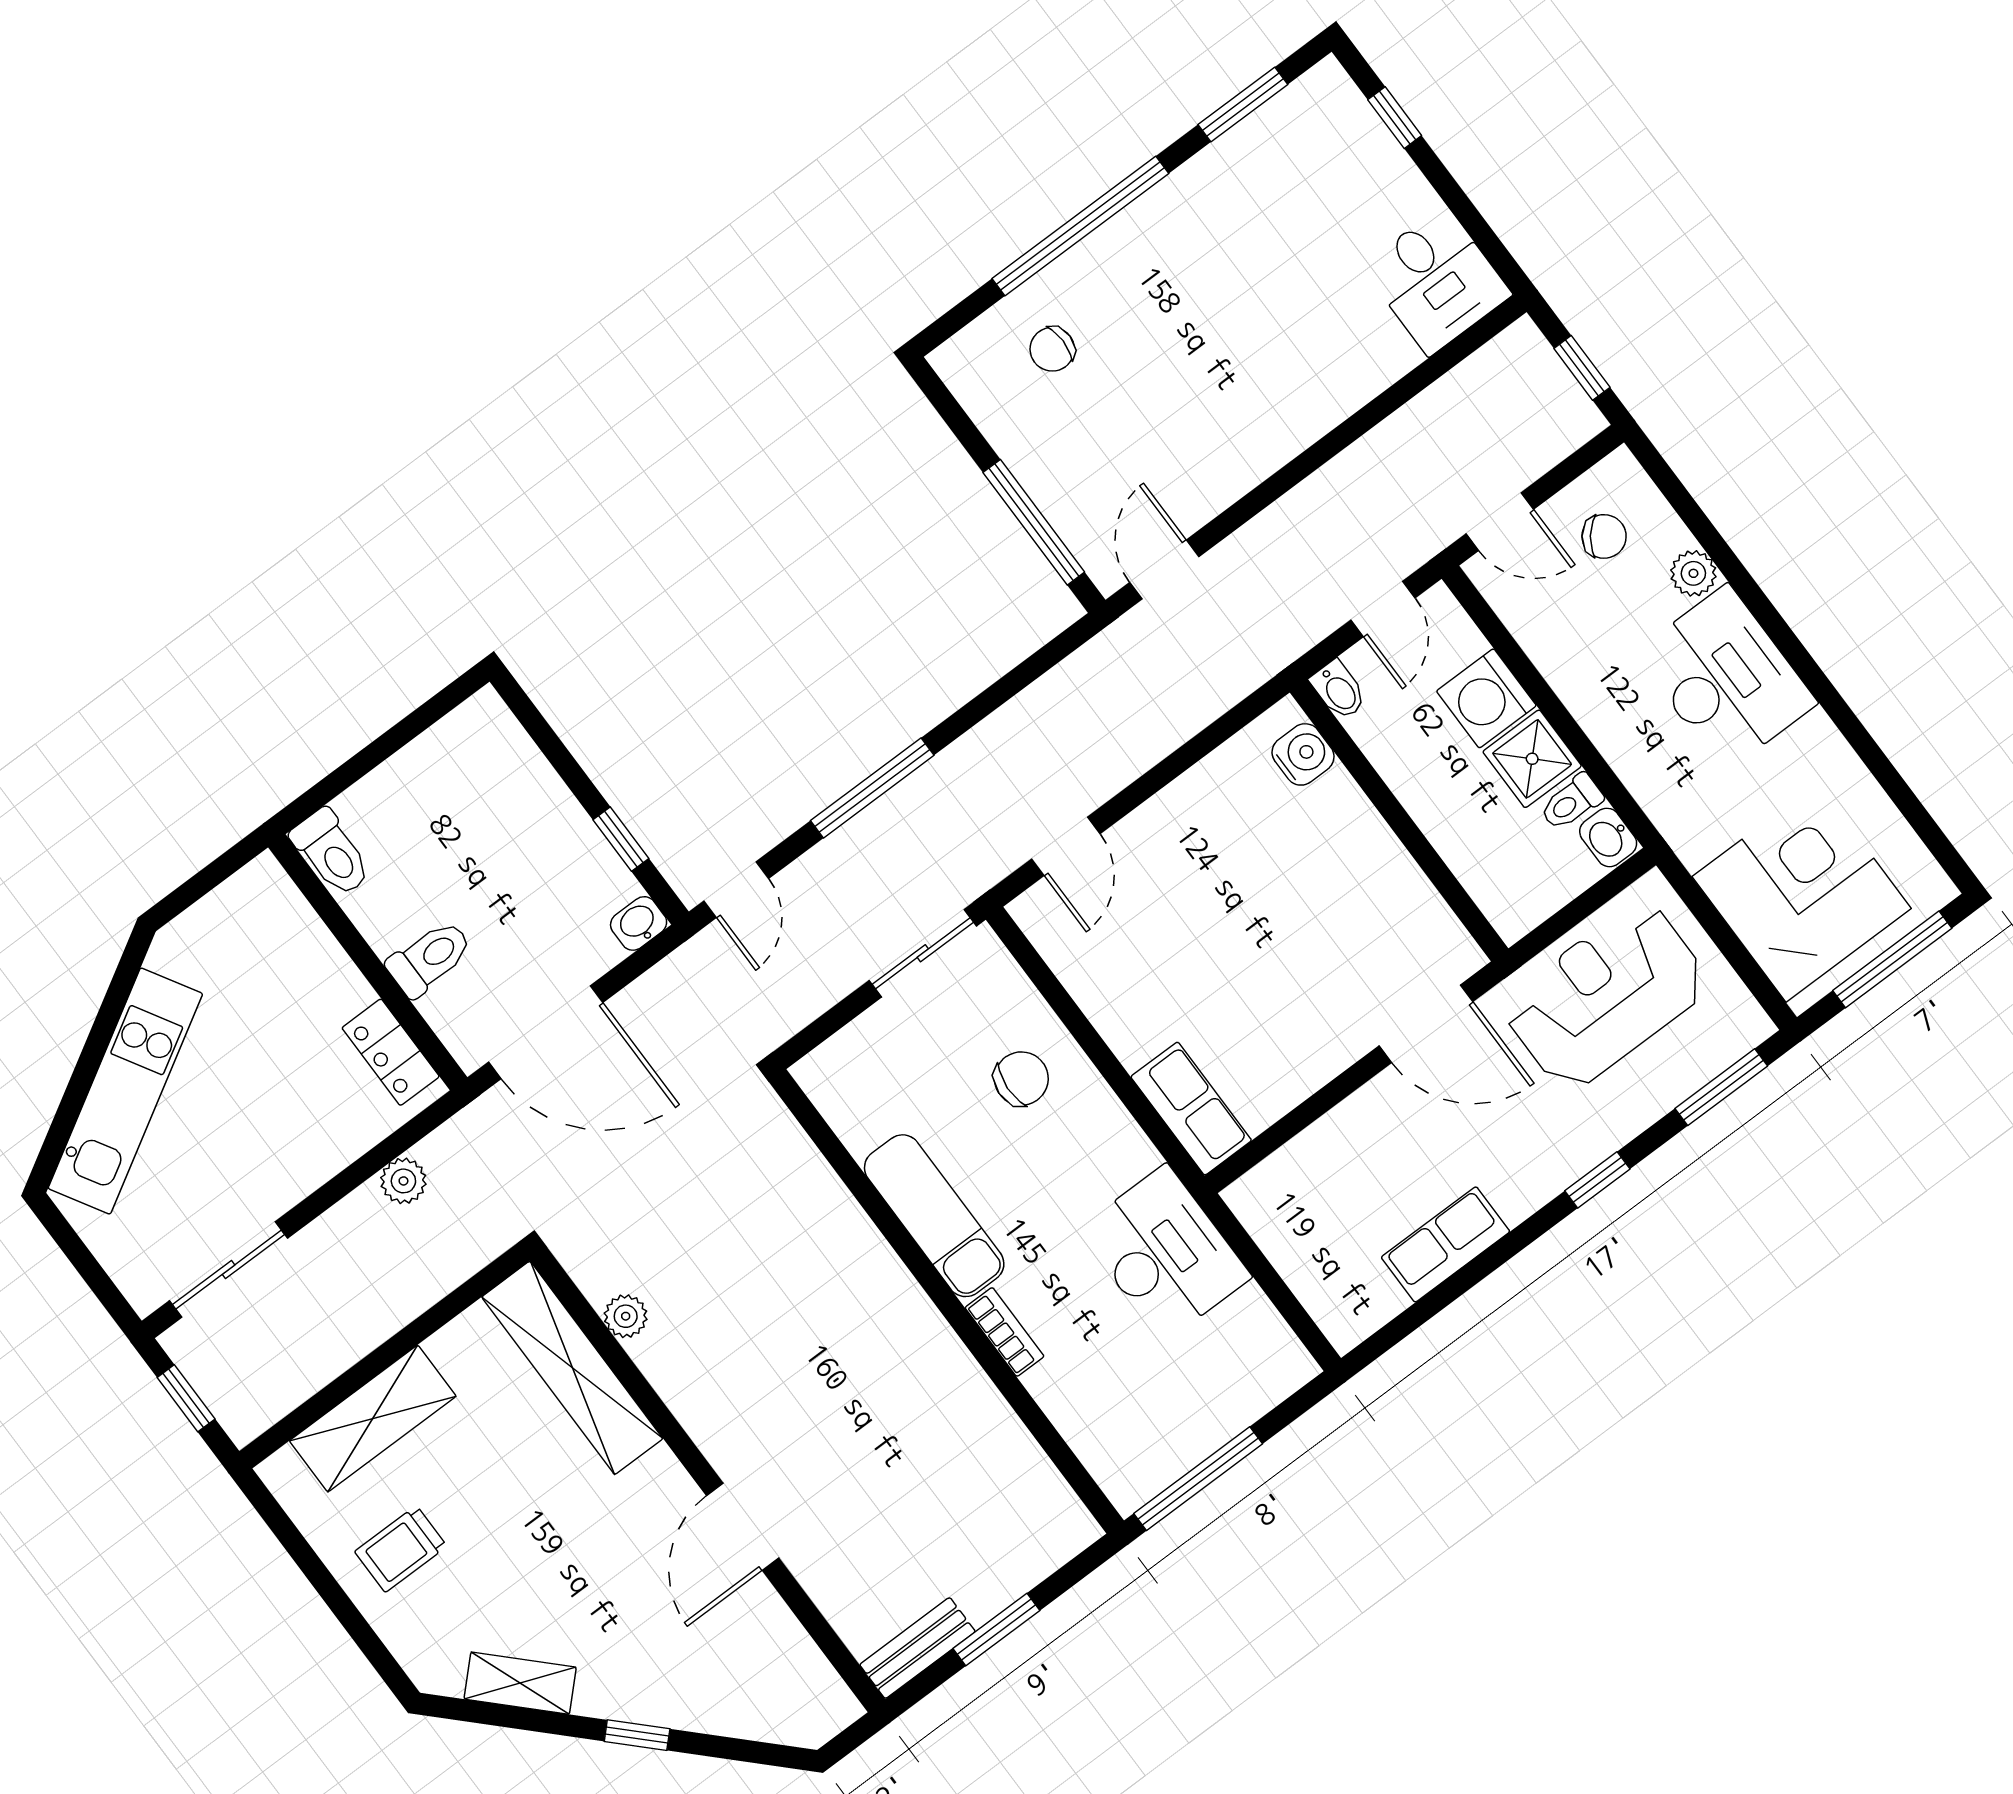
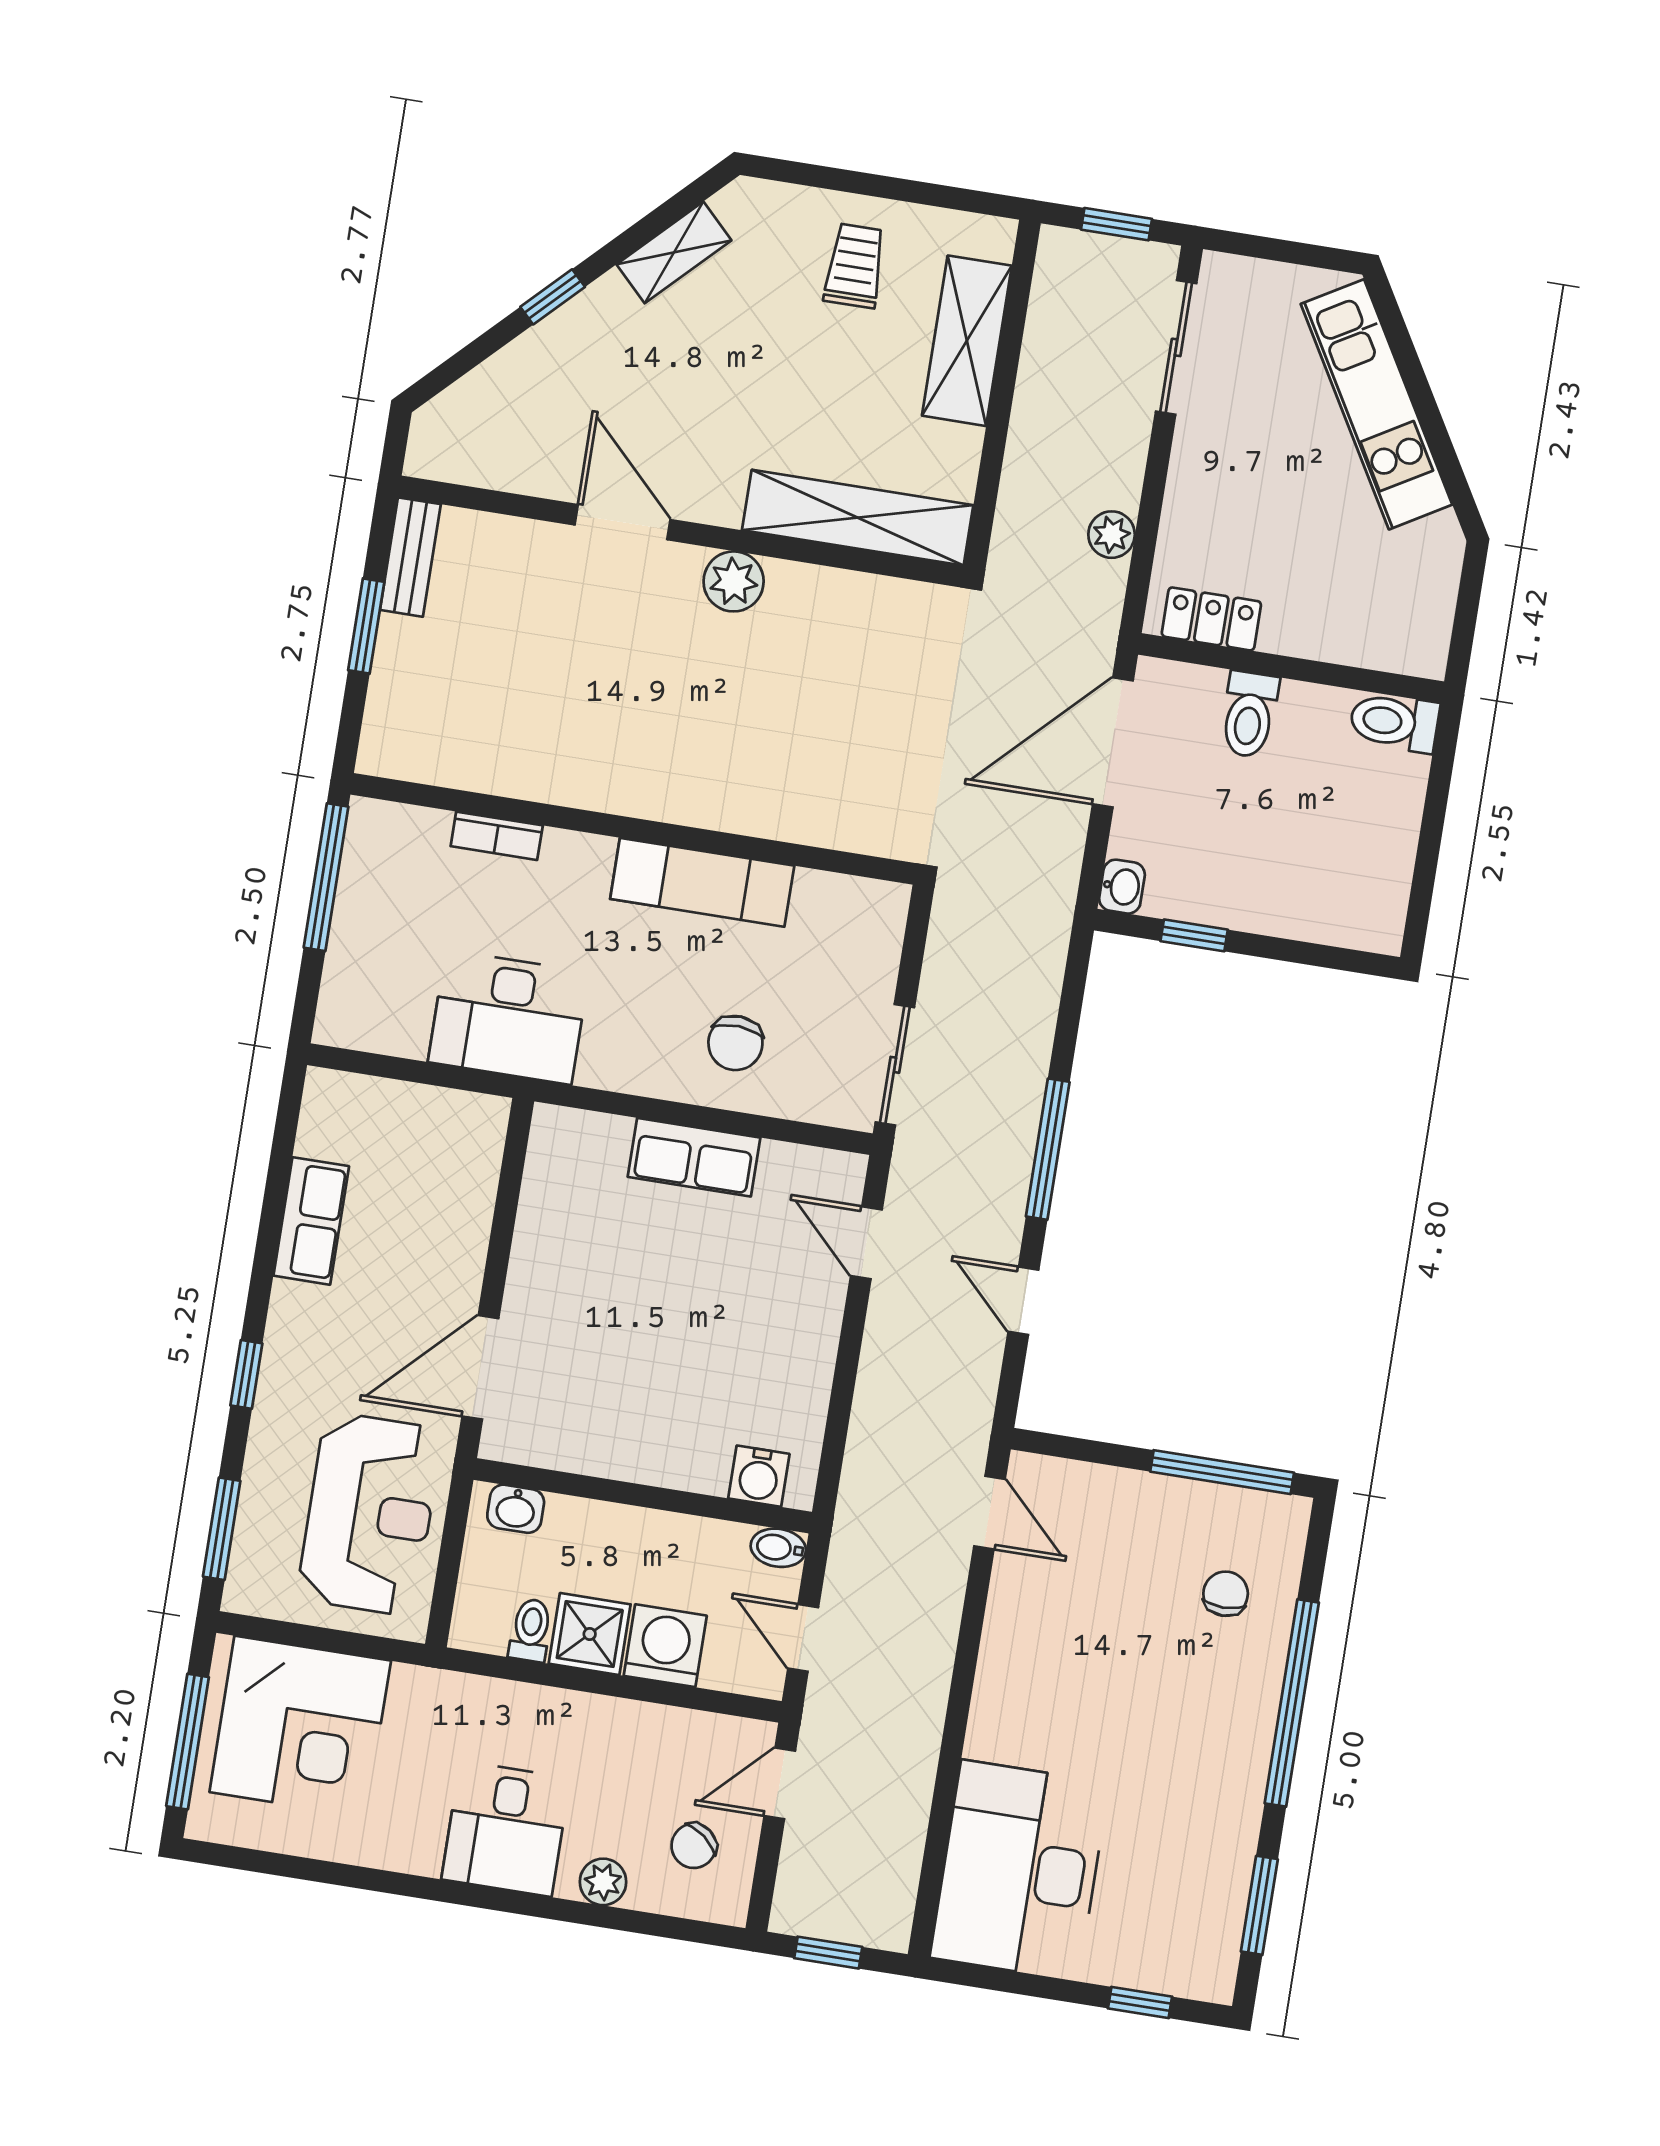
desk: (1437, 281) -> (1020, 1870), width x1.87, depth x1.30
window: (1034, 522) -> (1222, 1472), moved
desk: (1726, 678) -> (506, 1829), width x0.73
washbasin: (1608, 837) -> (516, 1509), moved, turned 180
door: (736, 890) -> (1023, 1301), moved
row of seats: (1191, 1109) -> (694, 1157), moved
plant: (626, 1316) -> (734, 581), moved, width x1.38, depth x1.38
bookcase: (1005, 1332) -> (497, 836), moved

